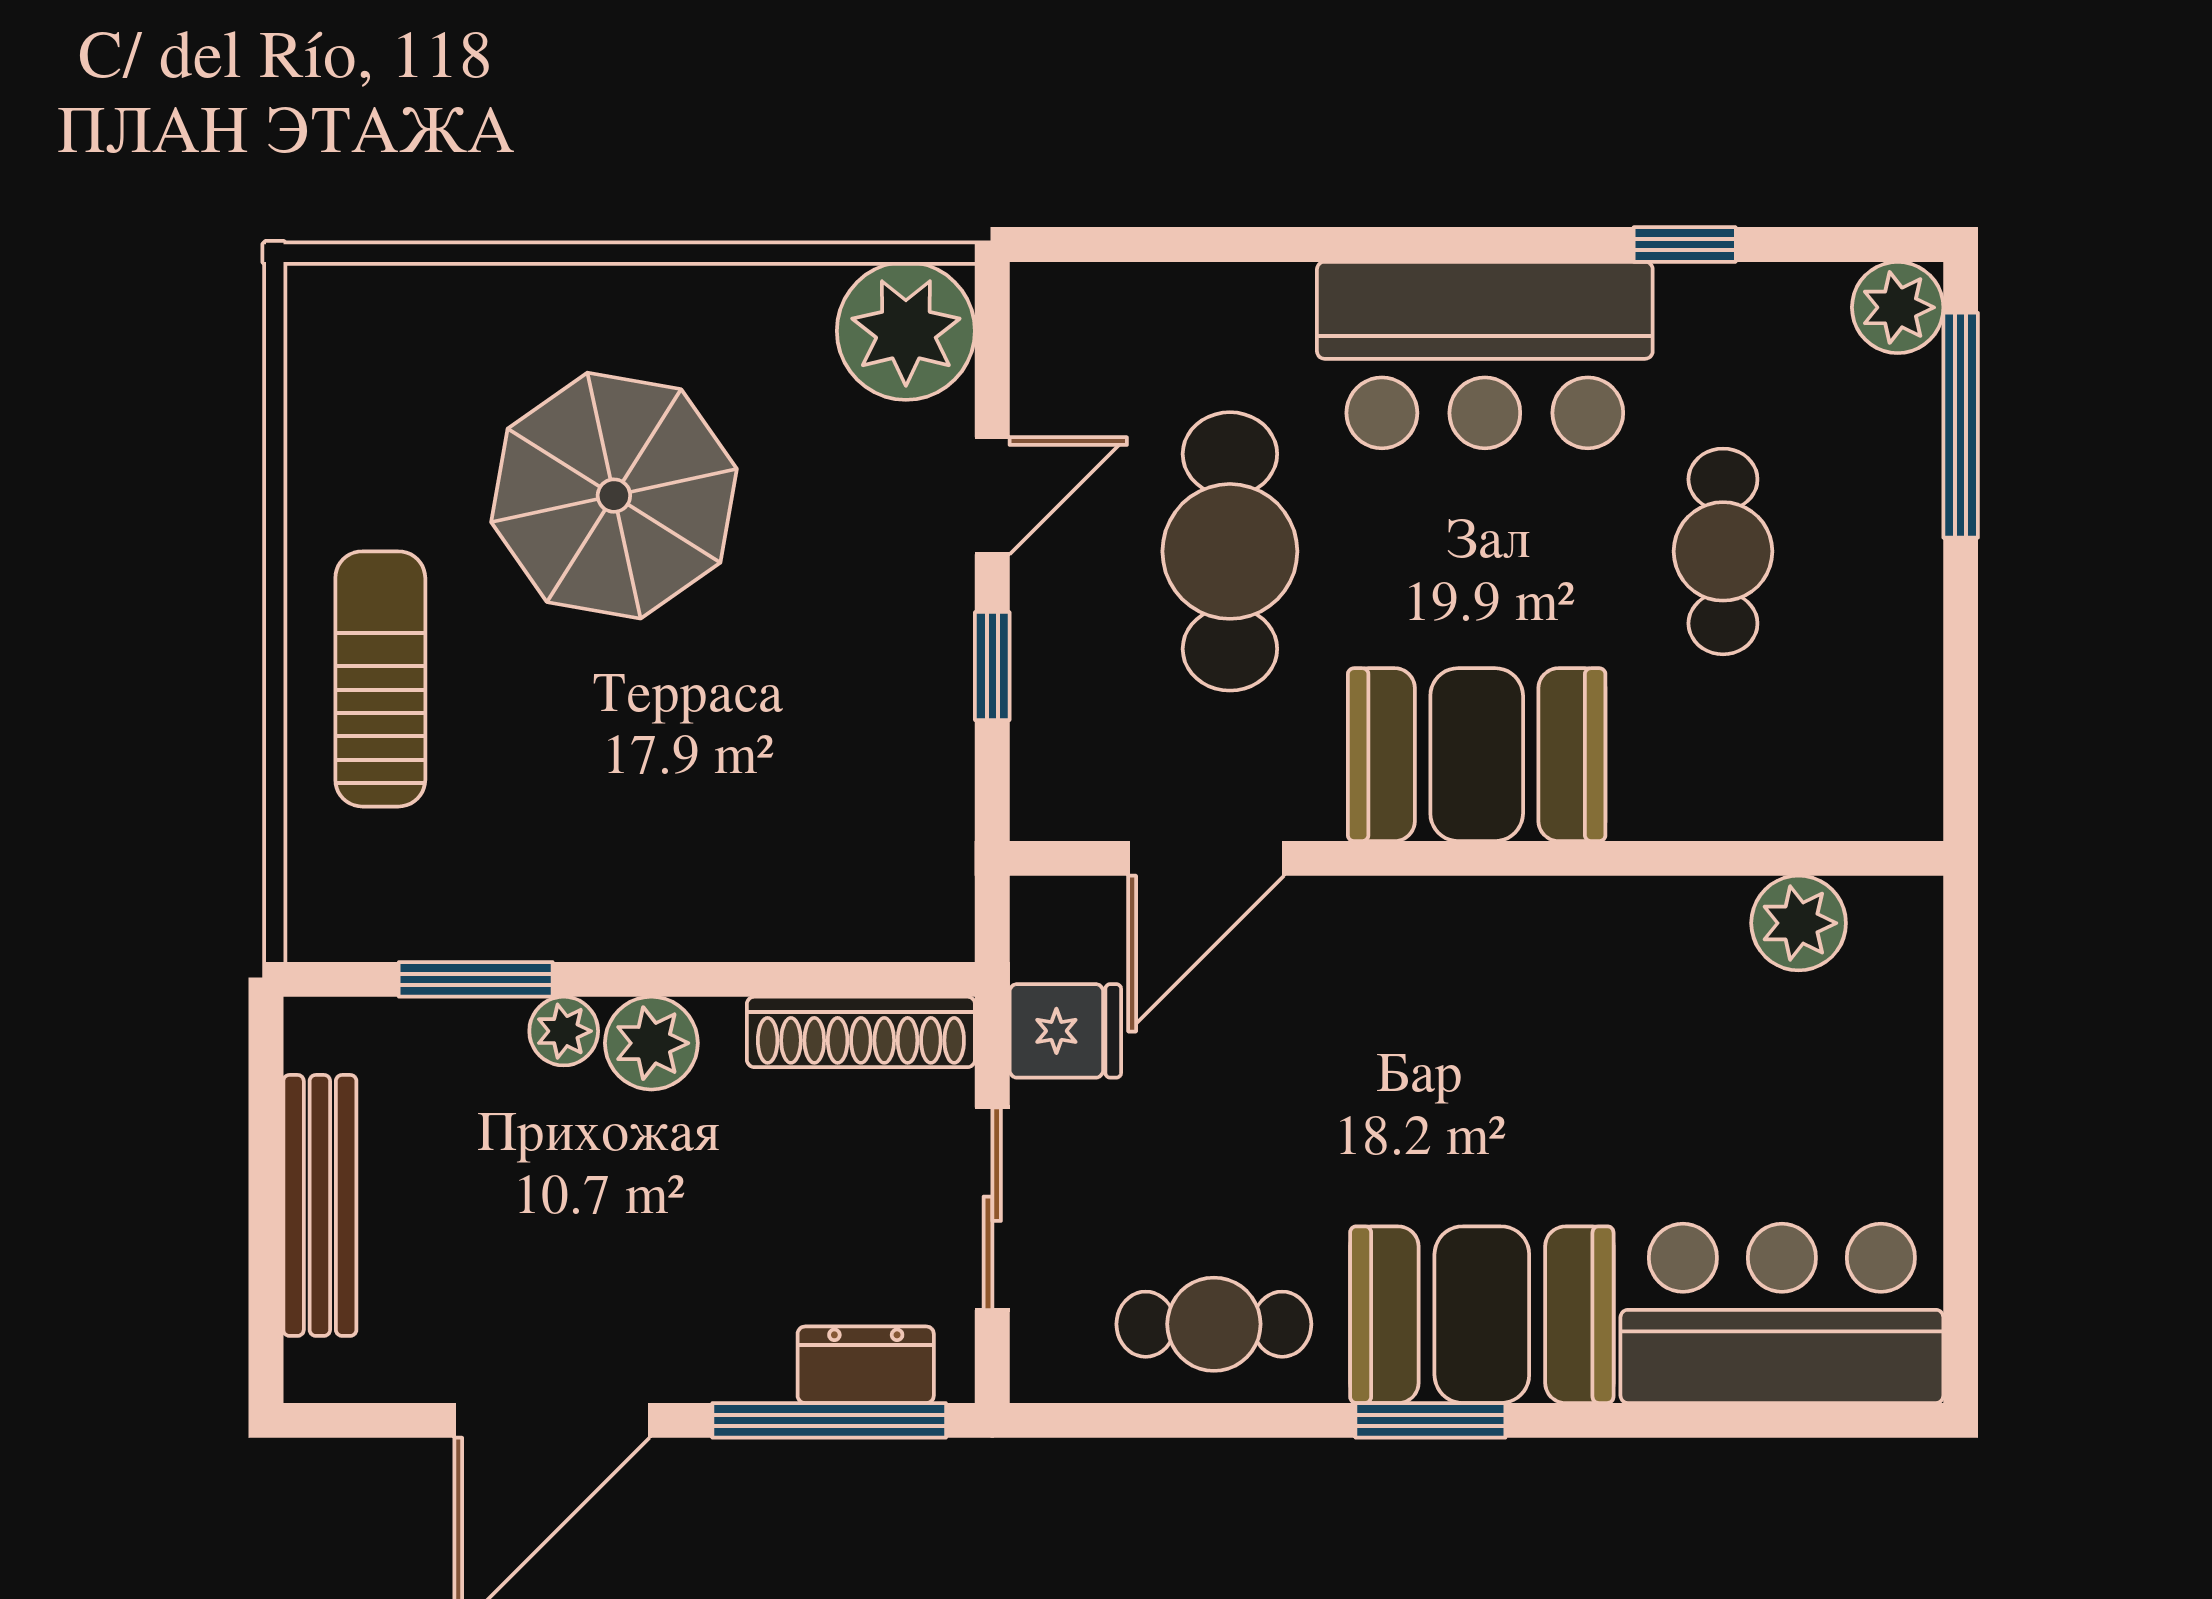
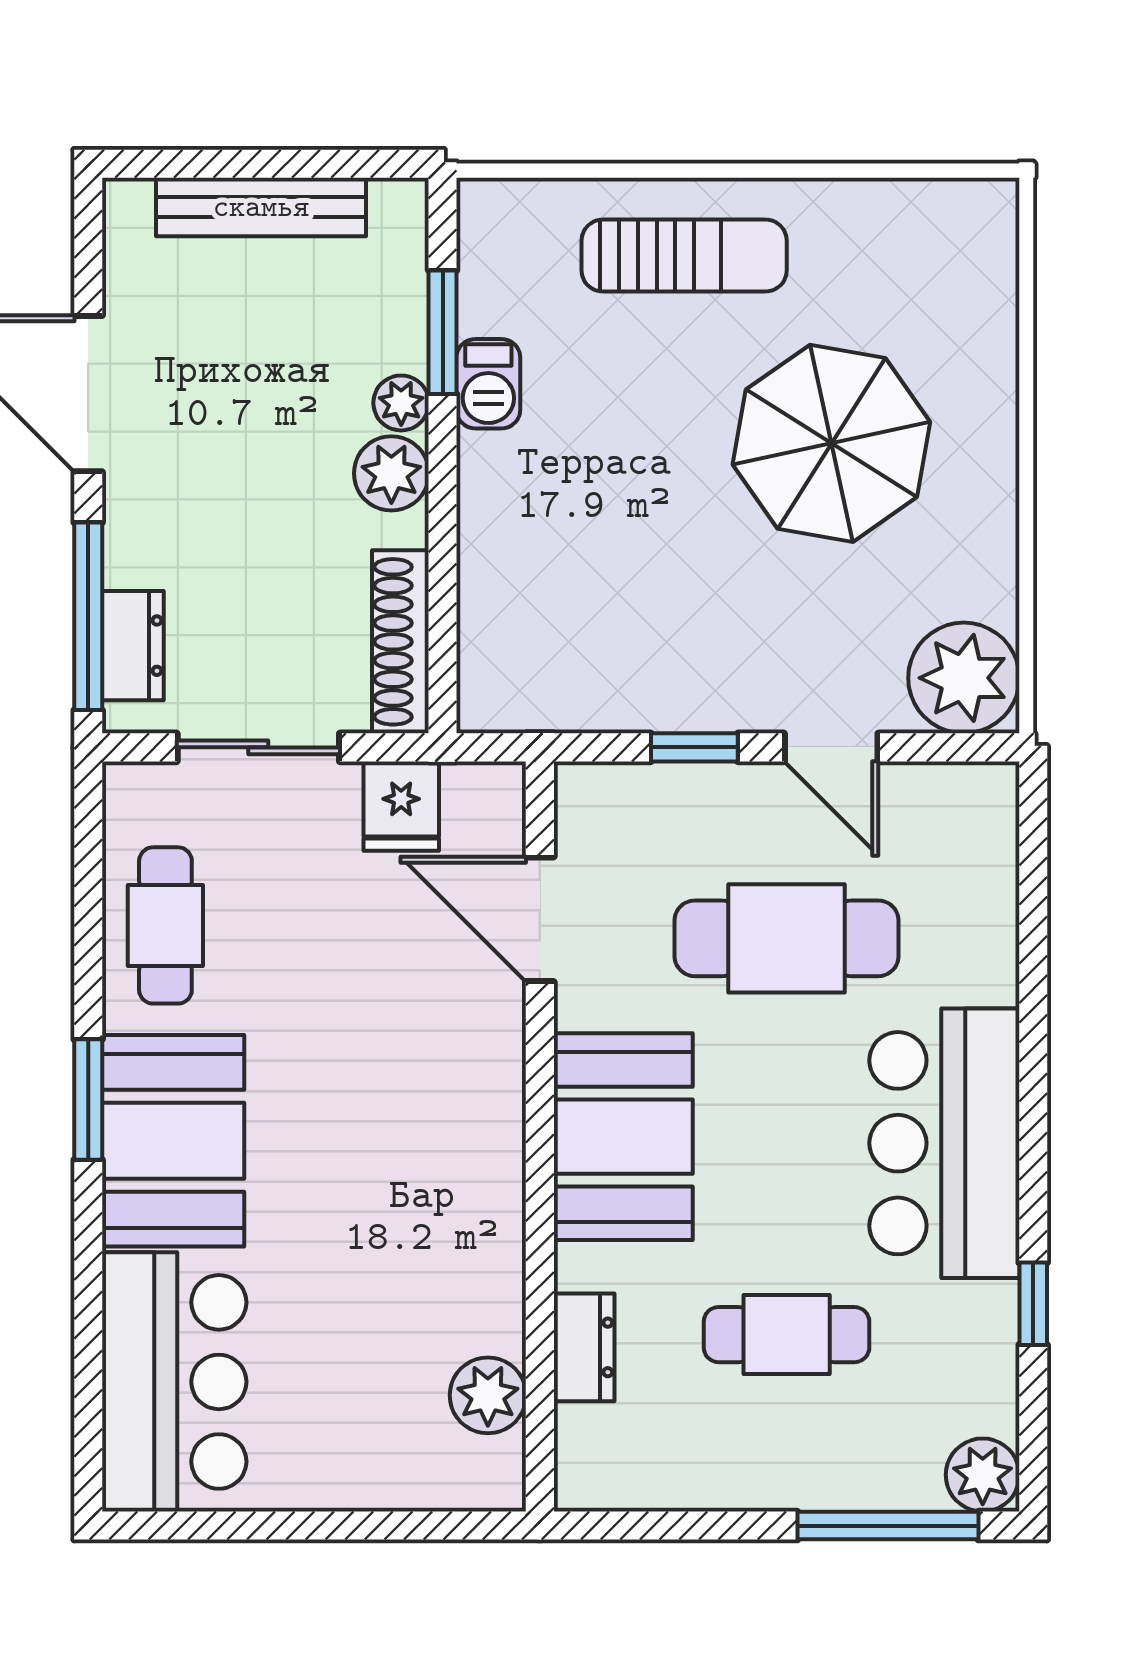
dresser: (1739, 803) -> (584, 1347), added
barbecue: (540, 922) -> (488, 384), added

